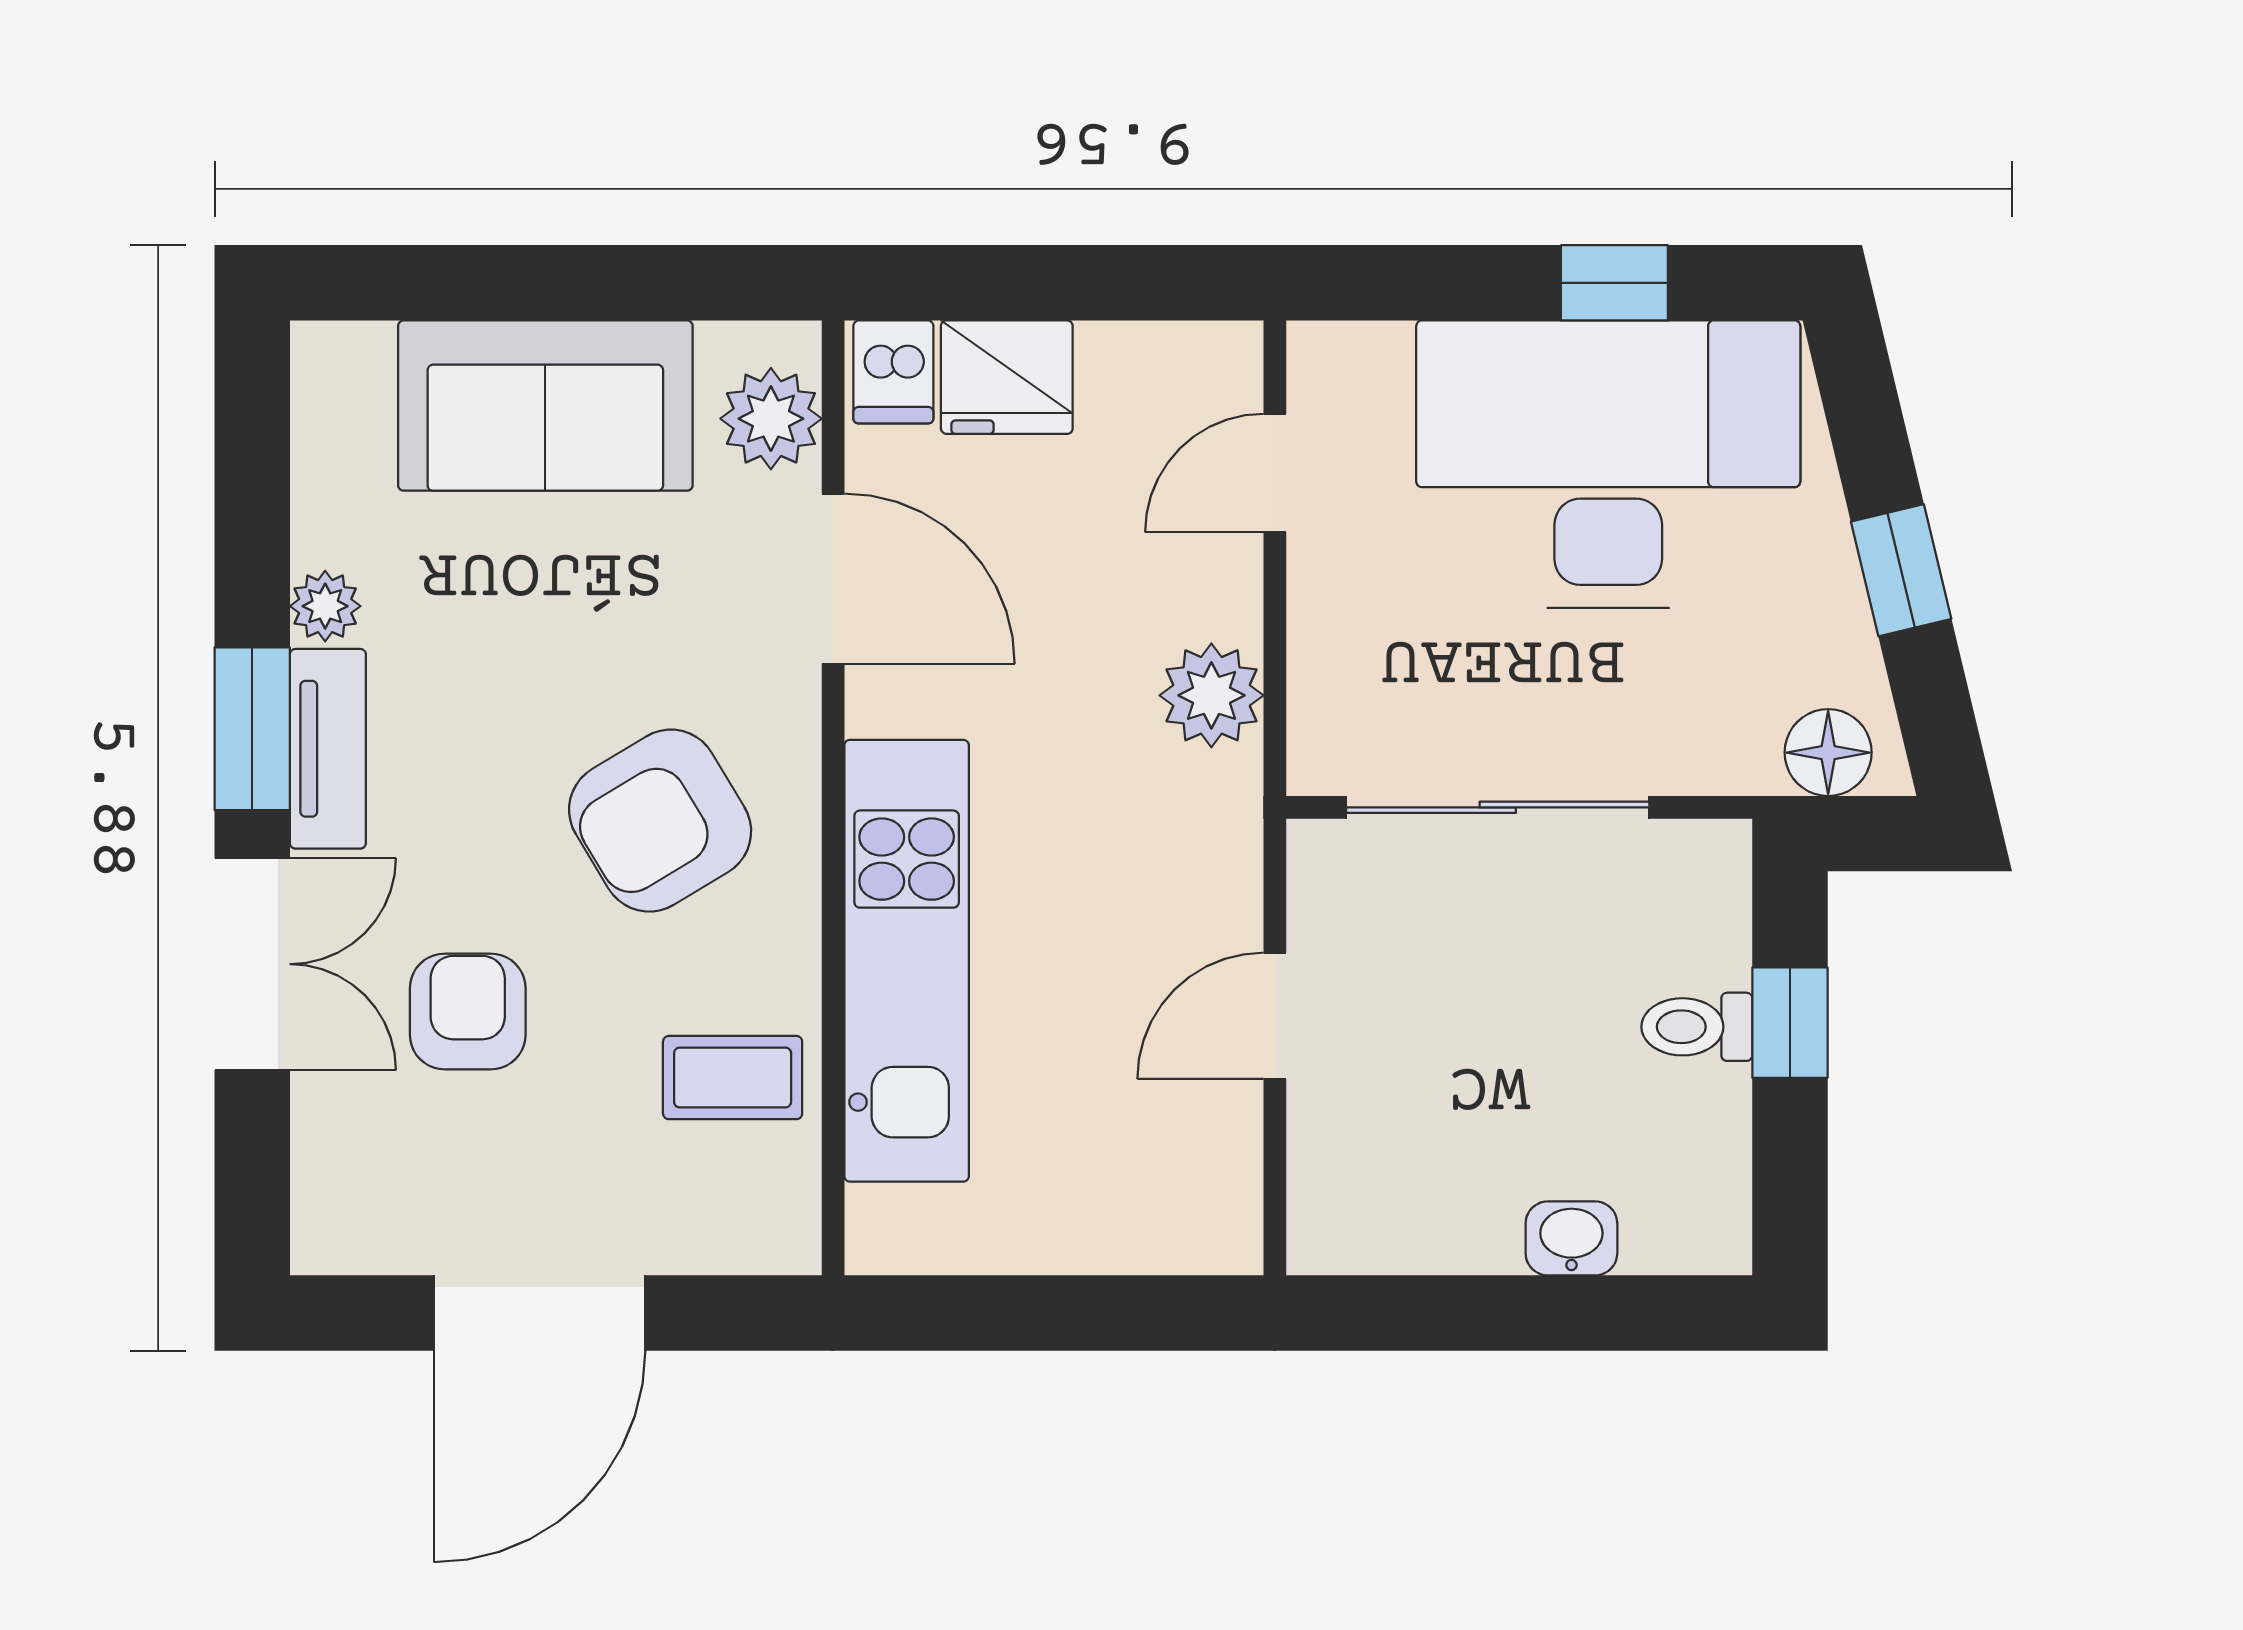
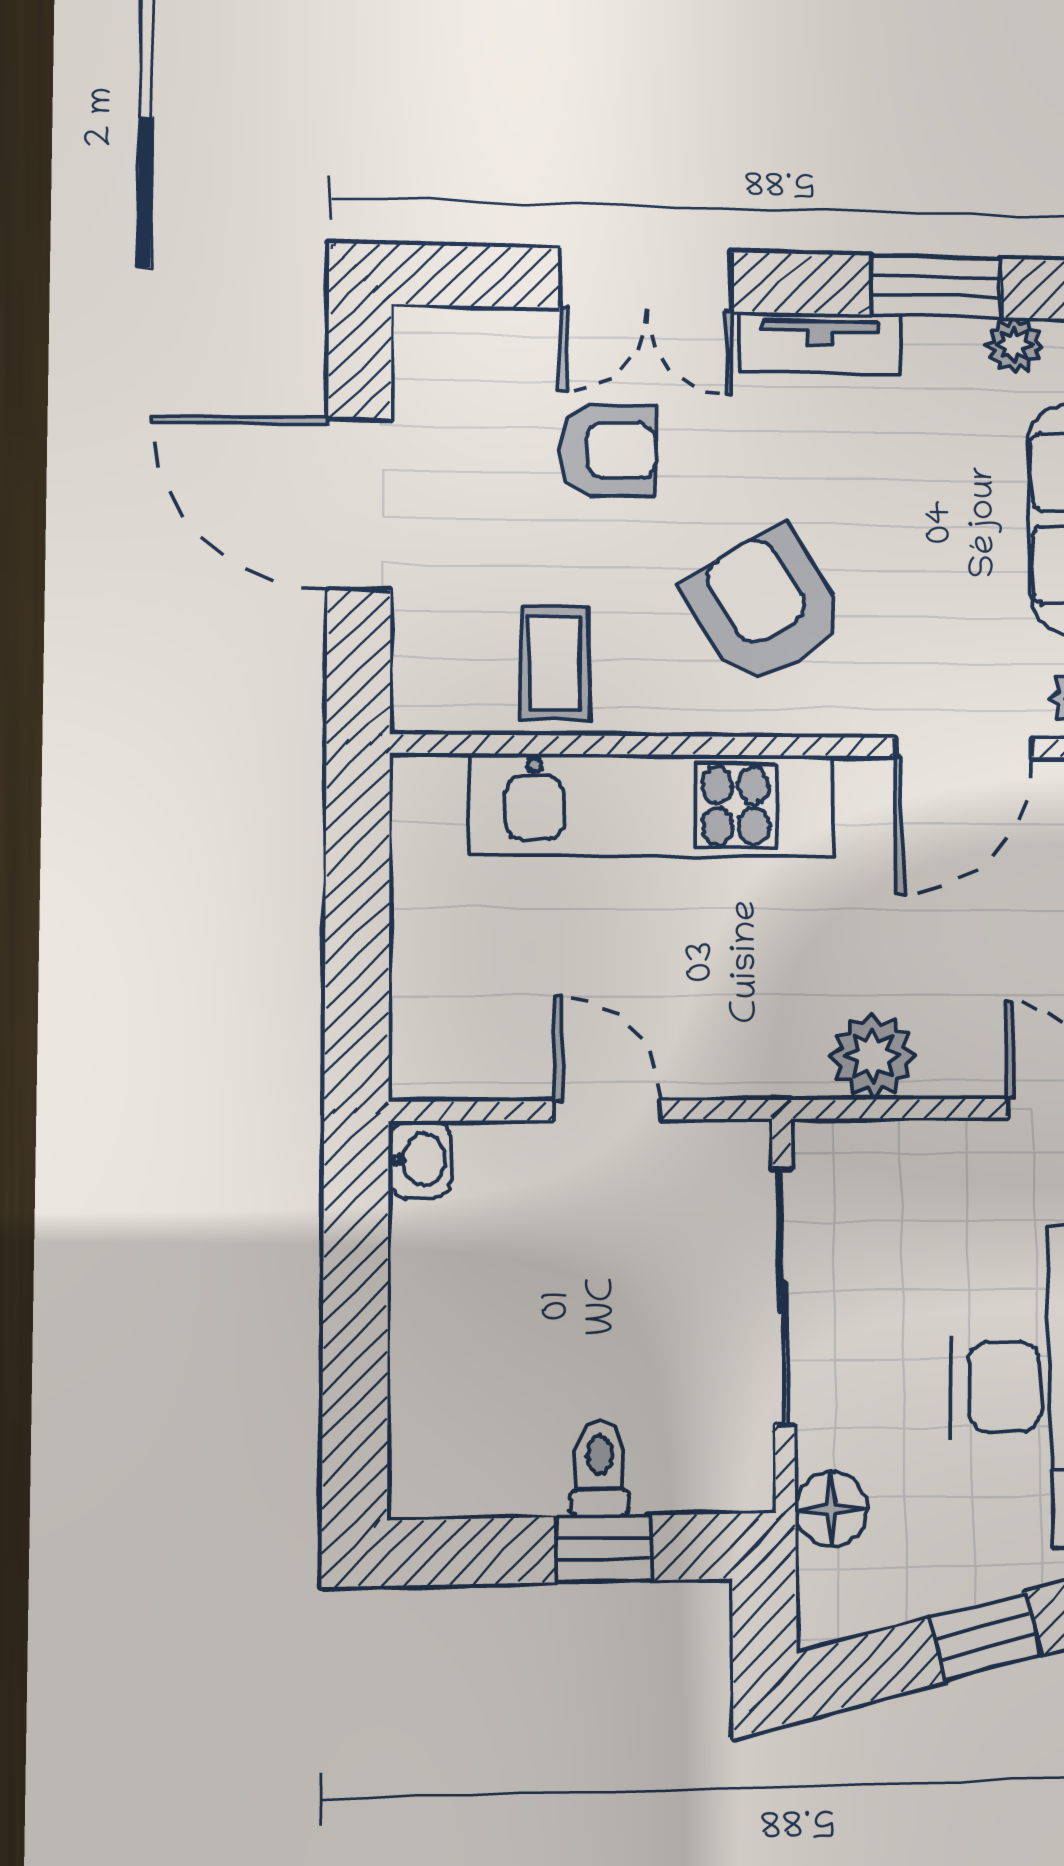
plant: (325, 606) -> (1014, 345), moved
window: (252, 729) -> (936, 287), moved
floor lamp: (1828, 753) -> (831, 1509), moved
washbasin: (1571, 1238) -> (420, 1159), moved

